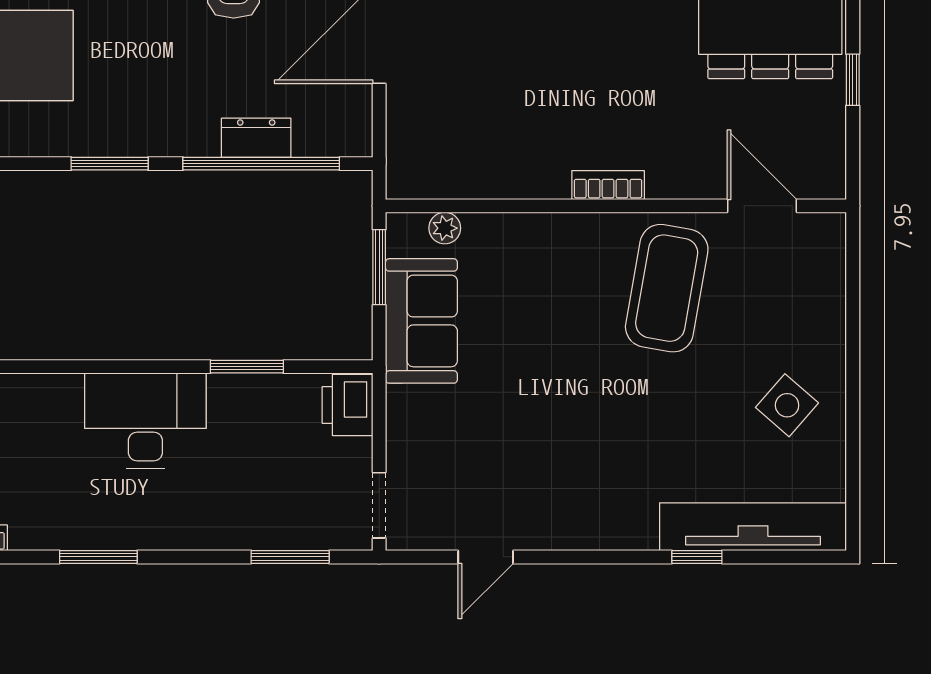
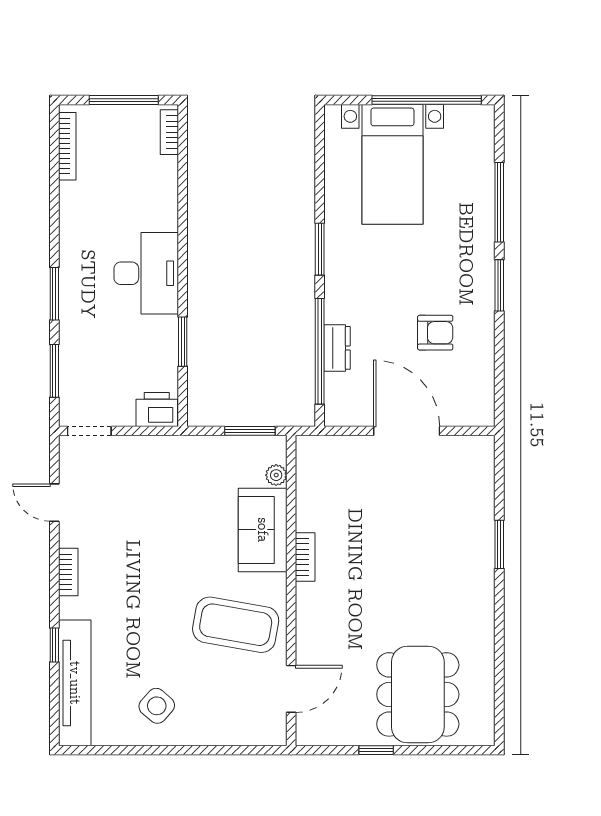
bookcase: (608, 185) -> (305, 557), moved
sofa: (421, 321) -> (263, 530), moved, turned 90
bookcase: (589, 536) -> (68, 572), added
window: (98, 557) -> (54, 294), moved

